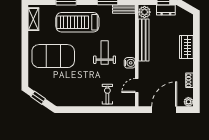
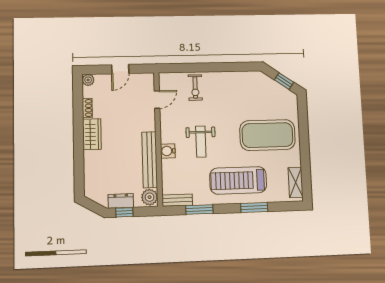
treadmill: (77, 22) -> (238, 180), turned 180
wardrobe: (186, 47) -> (92, 134), moved
water cooler: (130, 63) -> (168, 151), moved
door: (164, 110) -> (120, 69), width x0.53

